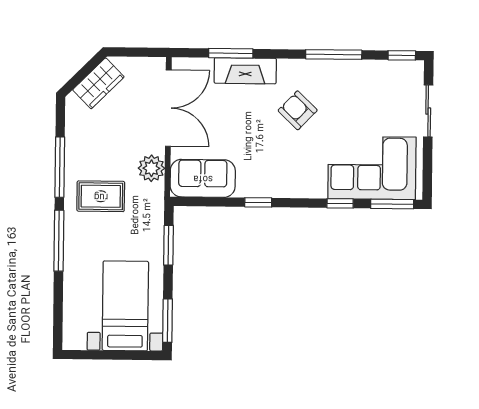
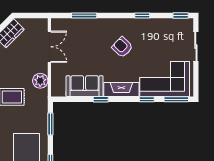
window: (334, 55) -> (142, 15), width x0.46
fireplace: (245, 71) -> (121, 90), moved, turned 180
double door: (168, 108) -> (49, 47), width x0.73
sofa: (203, 178) -> (85, 86), moved

